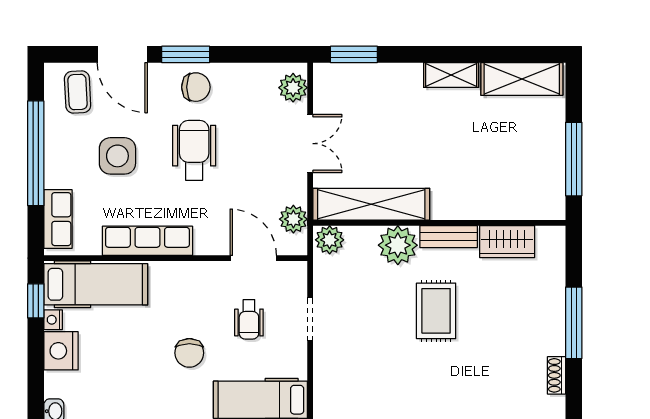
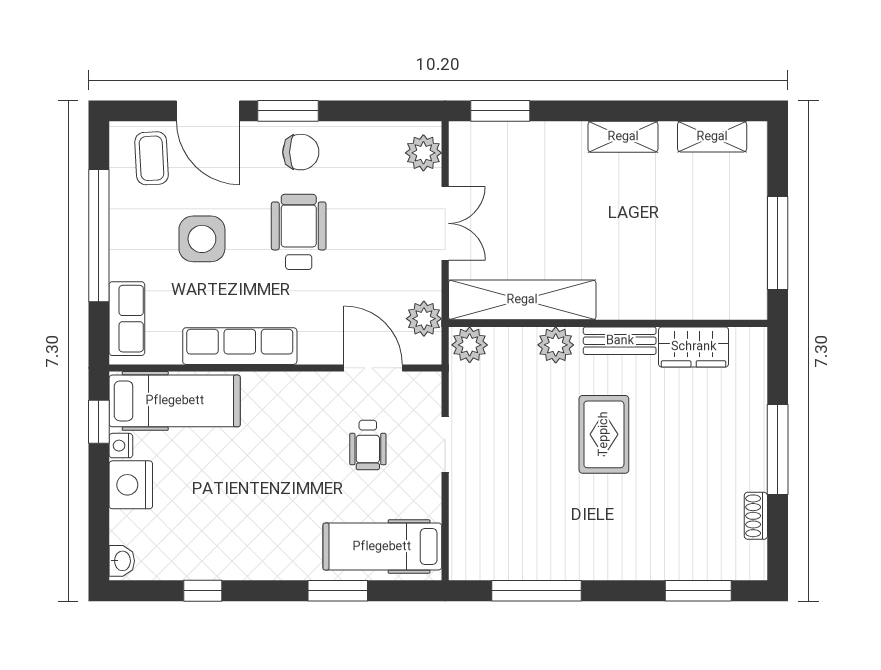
shelving: (522, 79) -> (712, 137), width x0.67, depth x0.75
plant: (398, 245) -> (556, 345), width x0.73, depth x0.73
chair: (189, 353) -> (293, 487), removed

